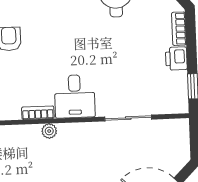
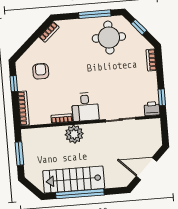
printer: (176, 59) -> (152, 109), moved, turned 90
plant: (49, 131) -> (74, 134), width x1.88, depth x1.88

